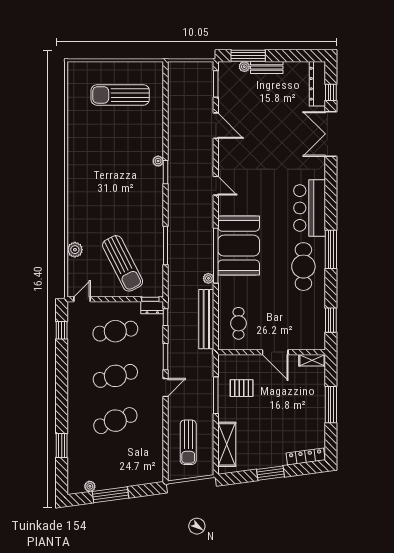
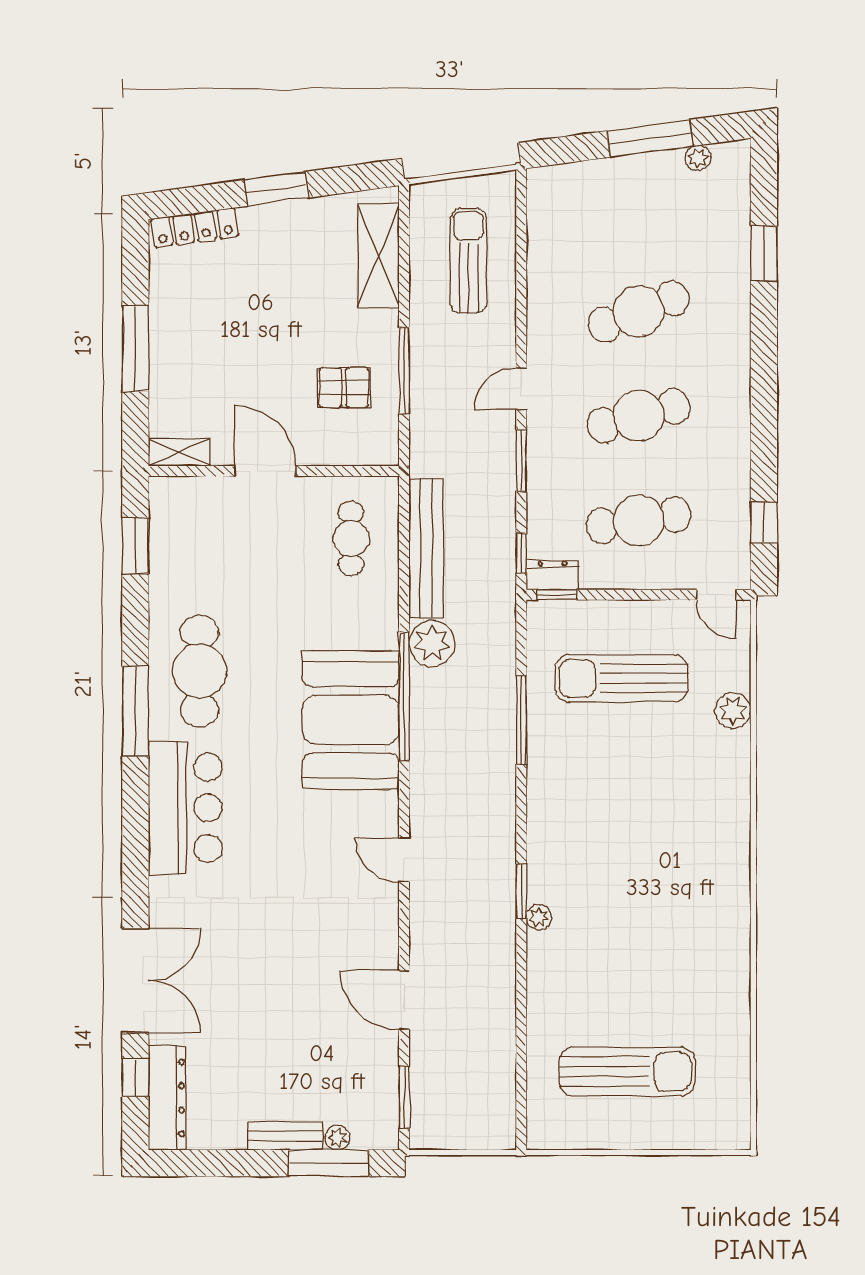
sun lounger: (123, 263) -> (622, 678), turned -63
plant: (208, 278) -> (432, 643), width x1.88, depth x1.88
door: (82, 299) -> (716, 595), hinge flipped

